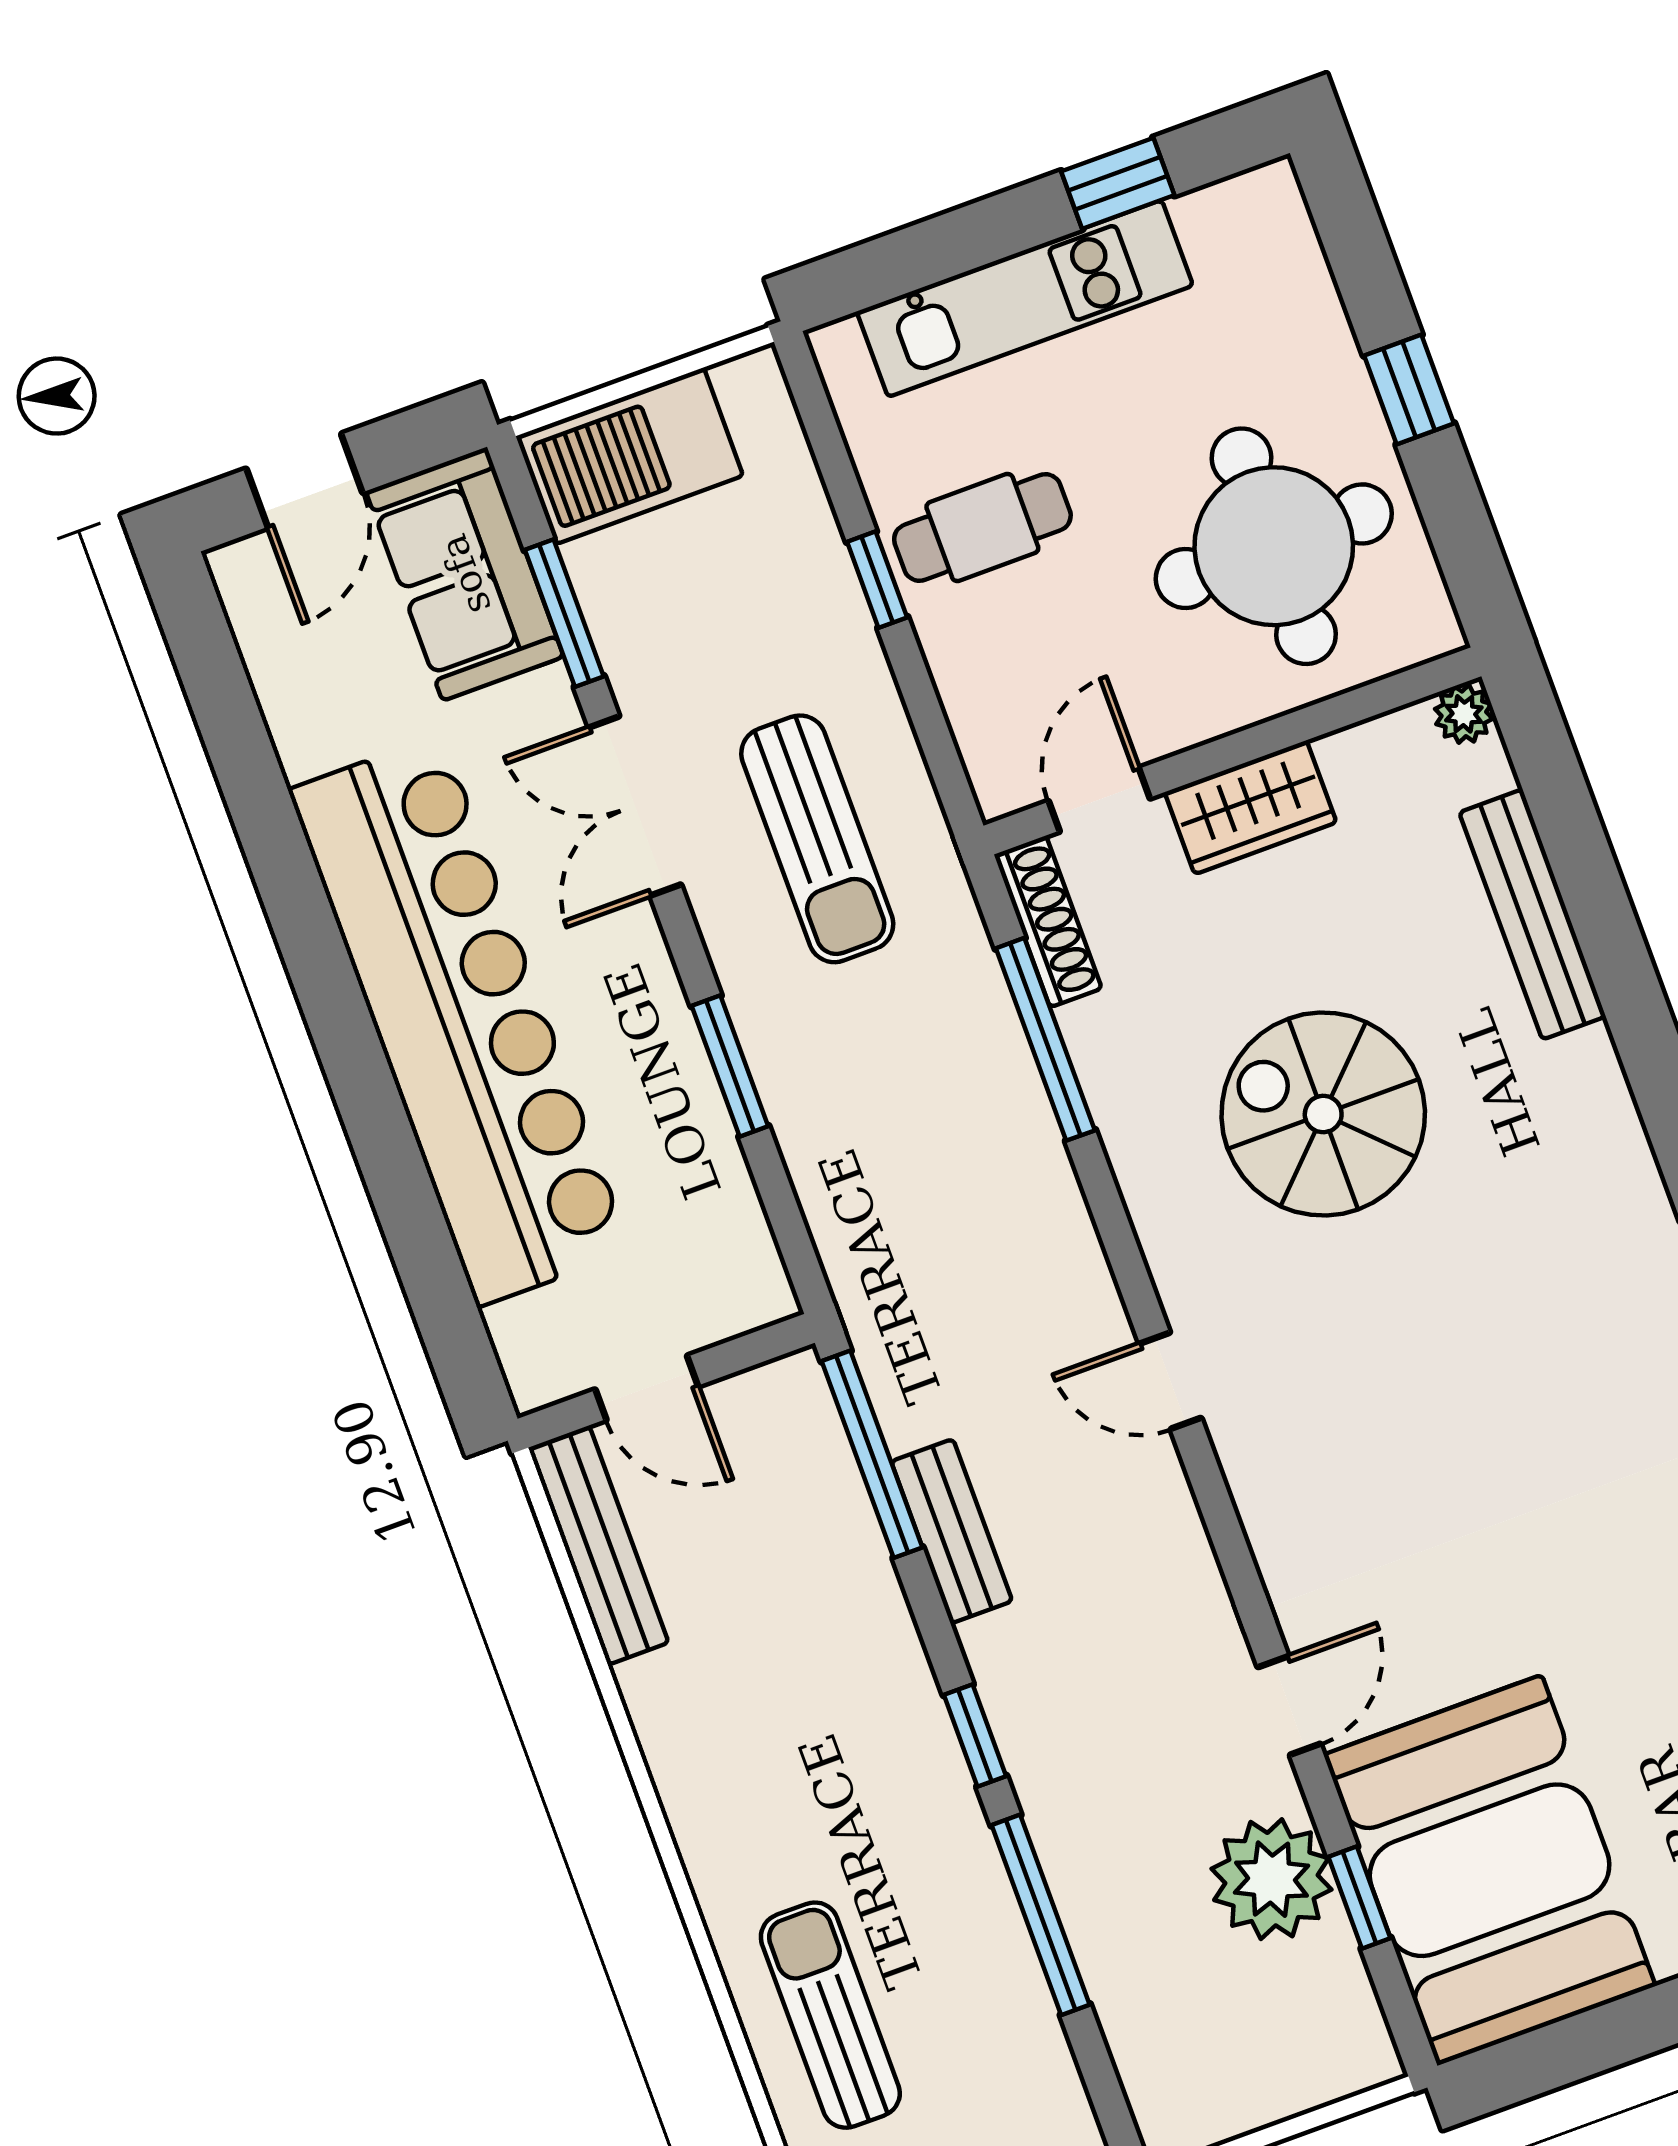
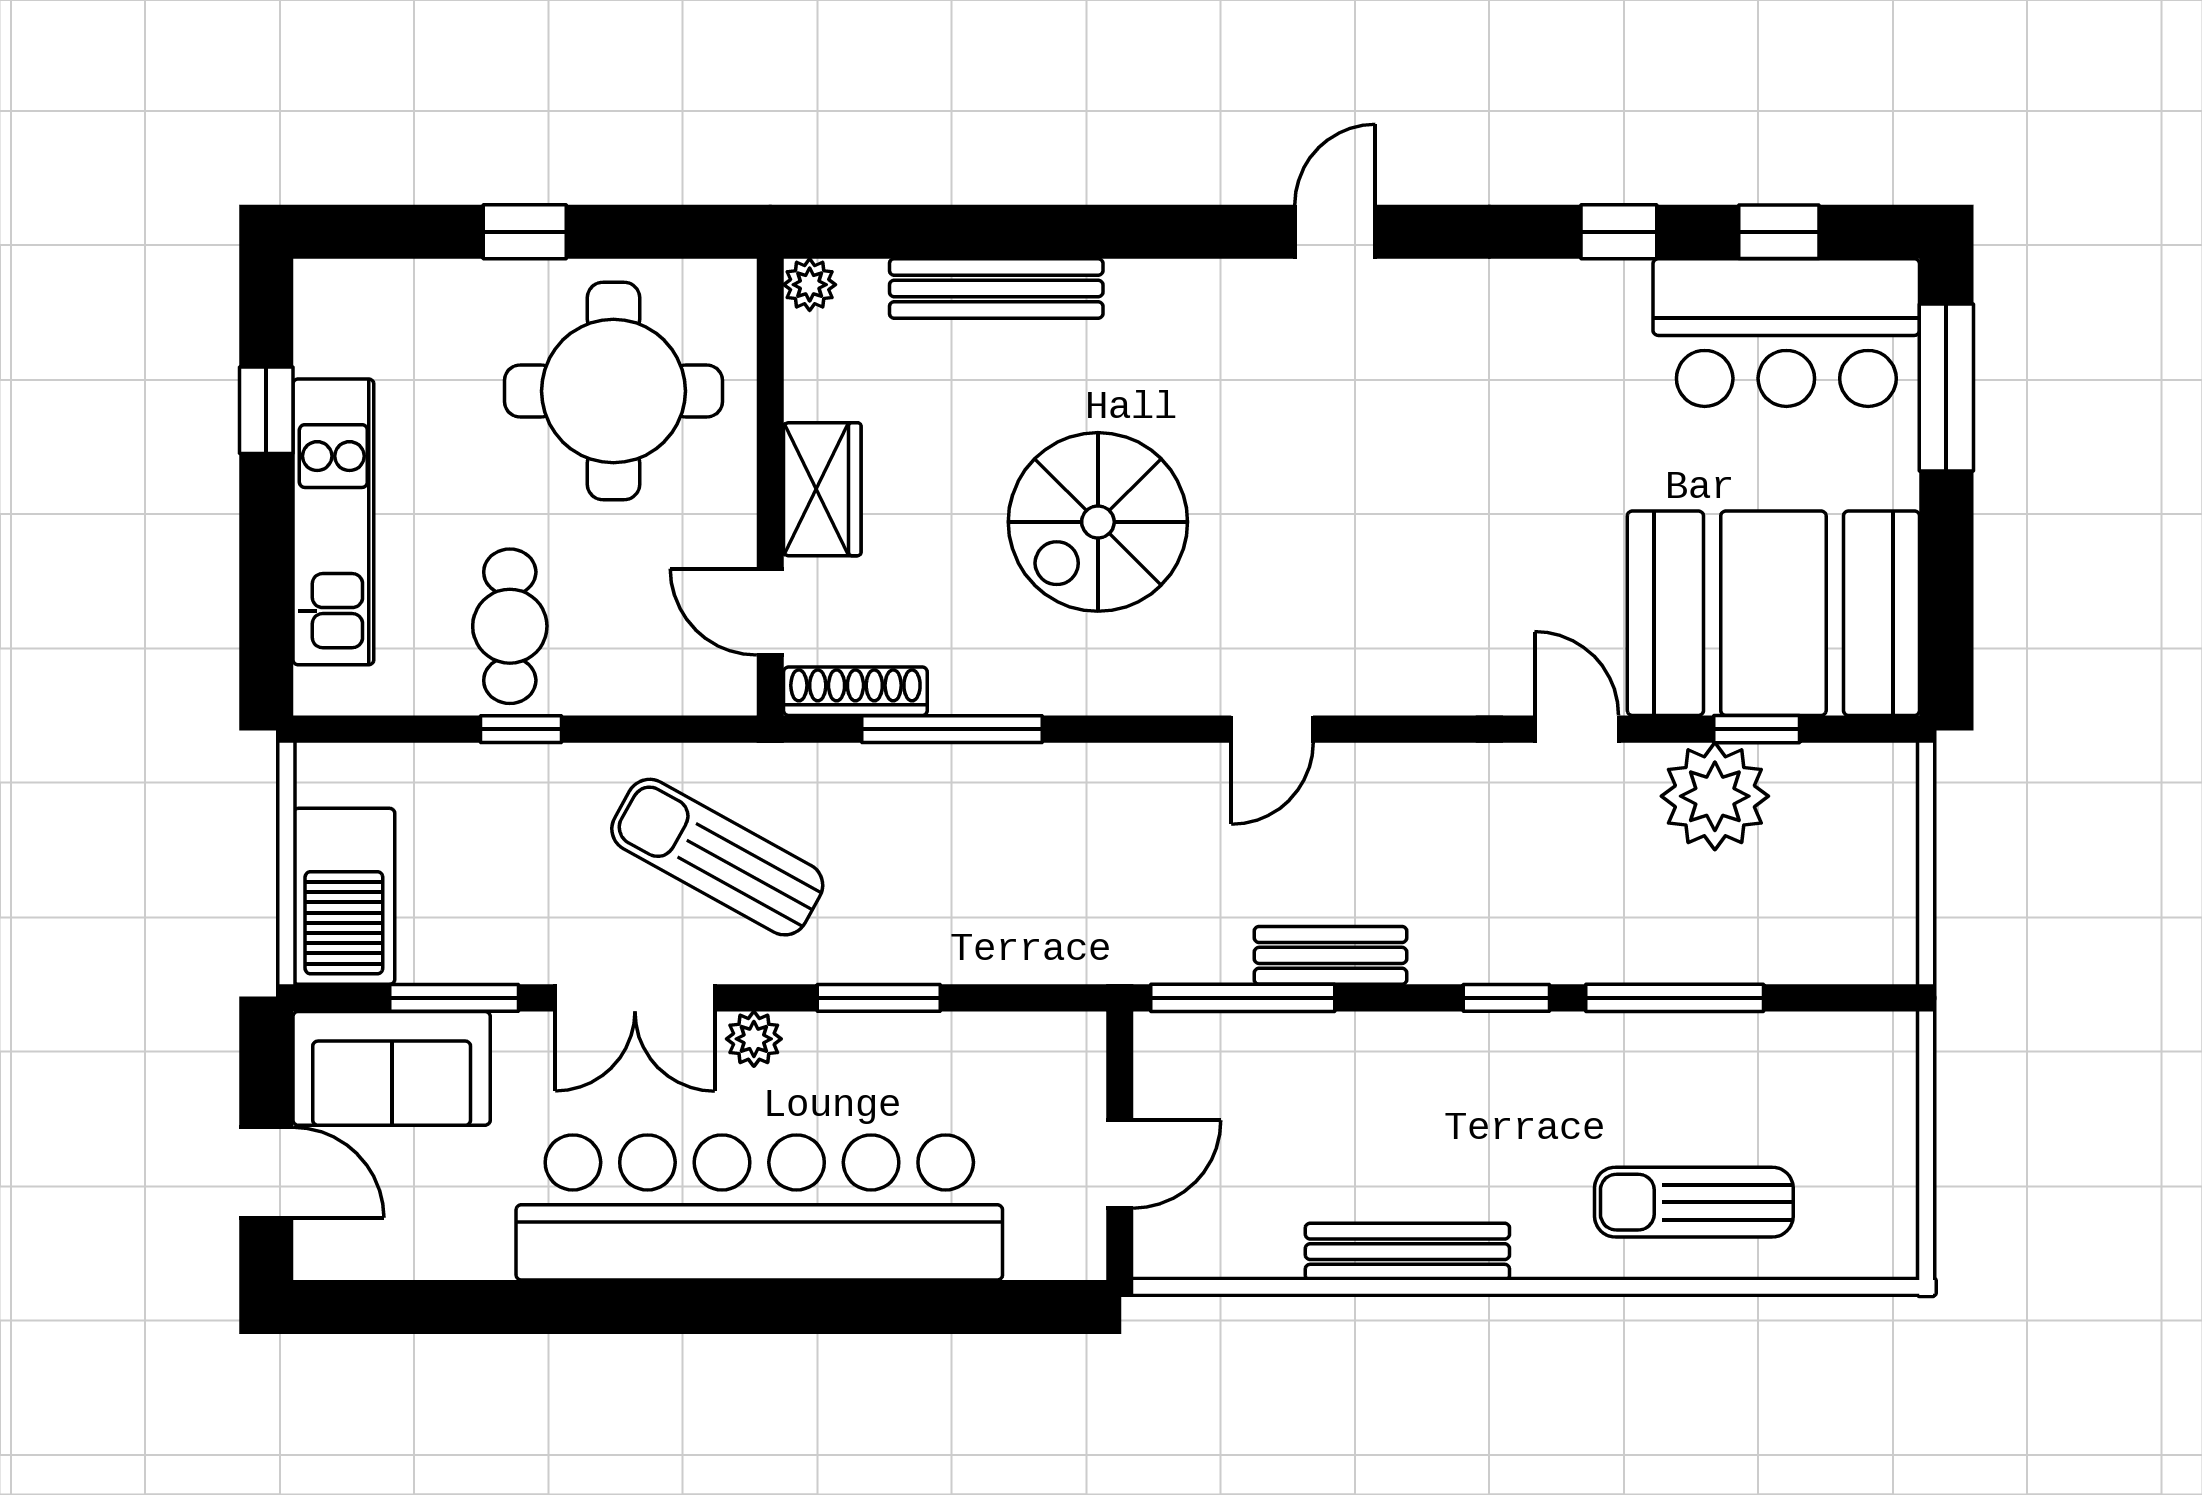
sun lounger: (817, 839) -> (717, 857), turned -151
plant: (638, 949) -> (754, 1039), added
bench: (598, 1545) -> (1407, 1252), moved

